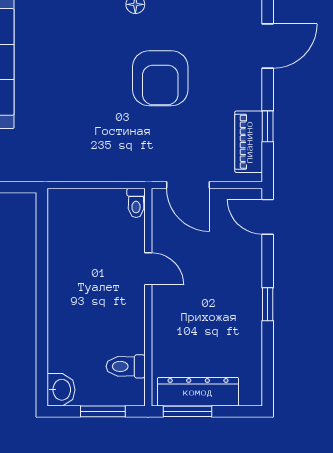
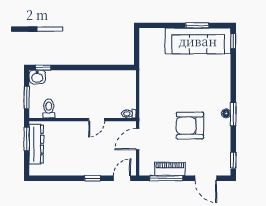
window: (268, 126) -> (166, 178), width x2.17
piano: (249, 142) -> (170, 169), moved
window: (268, 304) -> (93, 178), moved
window: (42, 378) -> (43, 68), added

